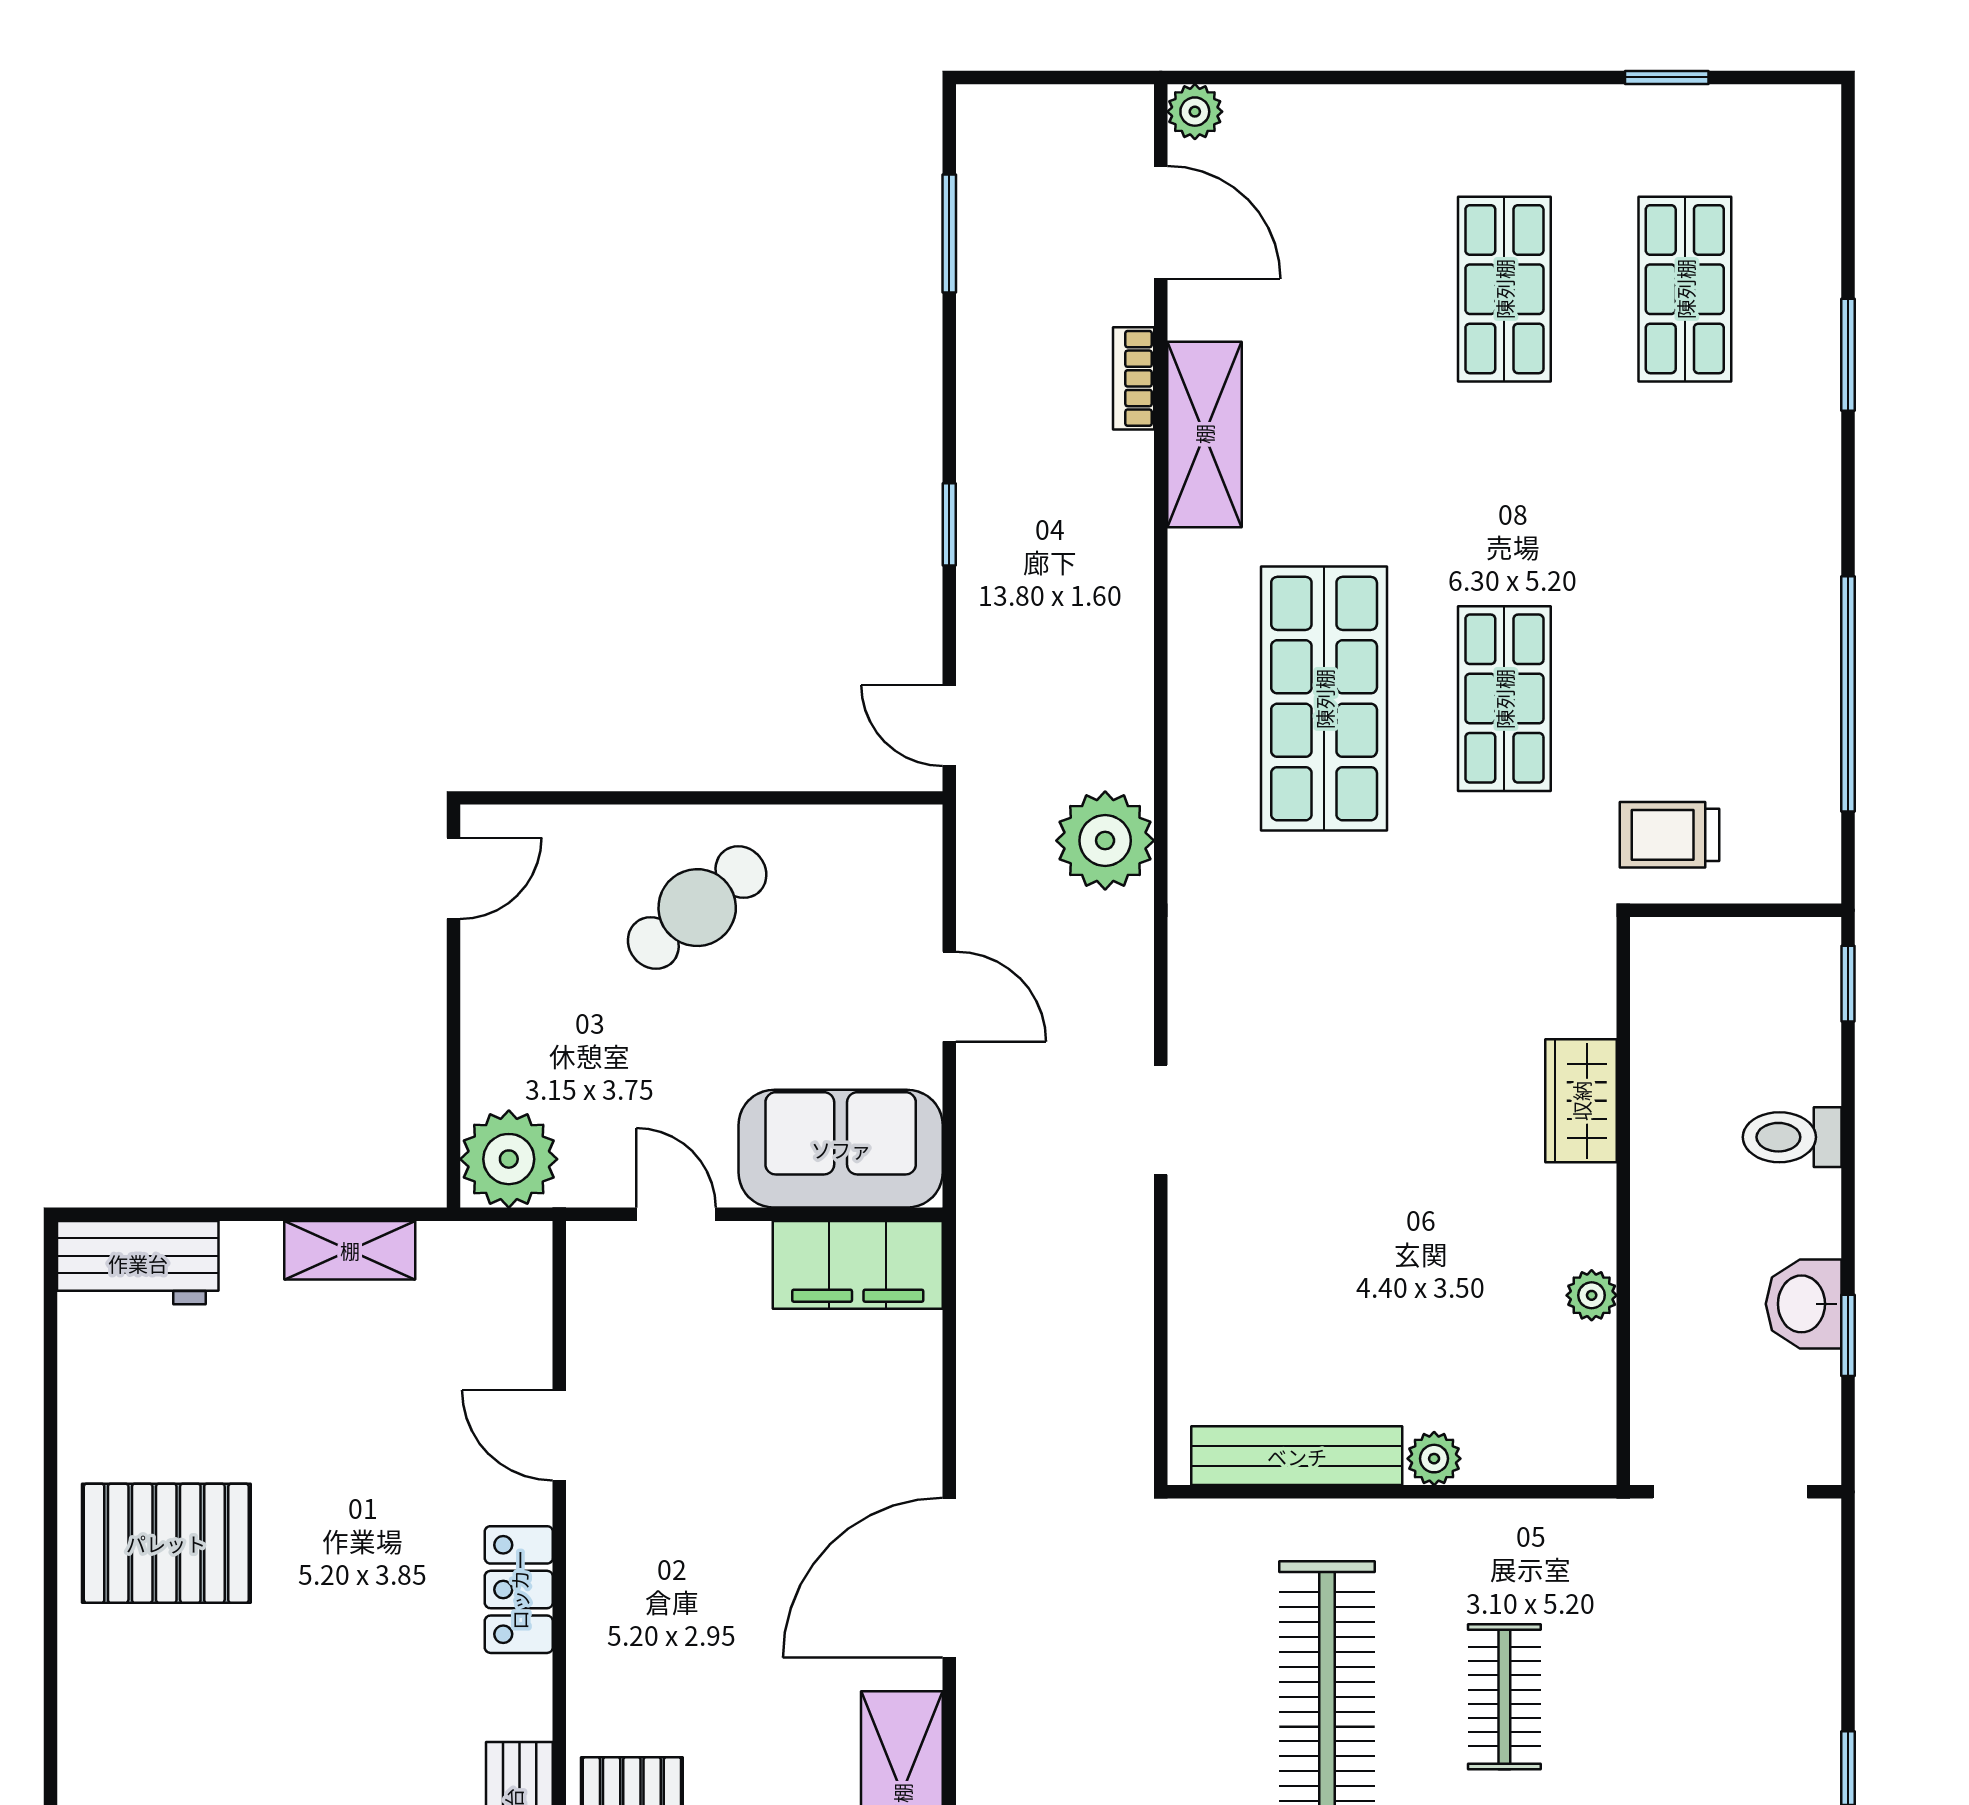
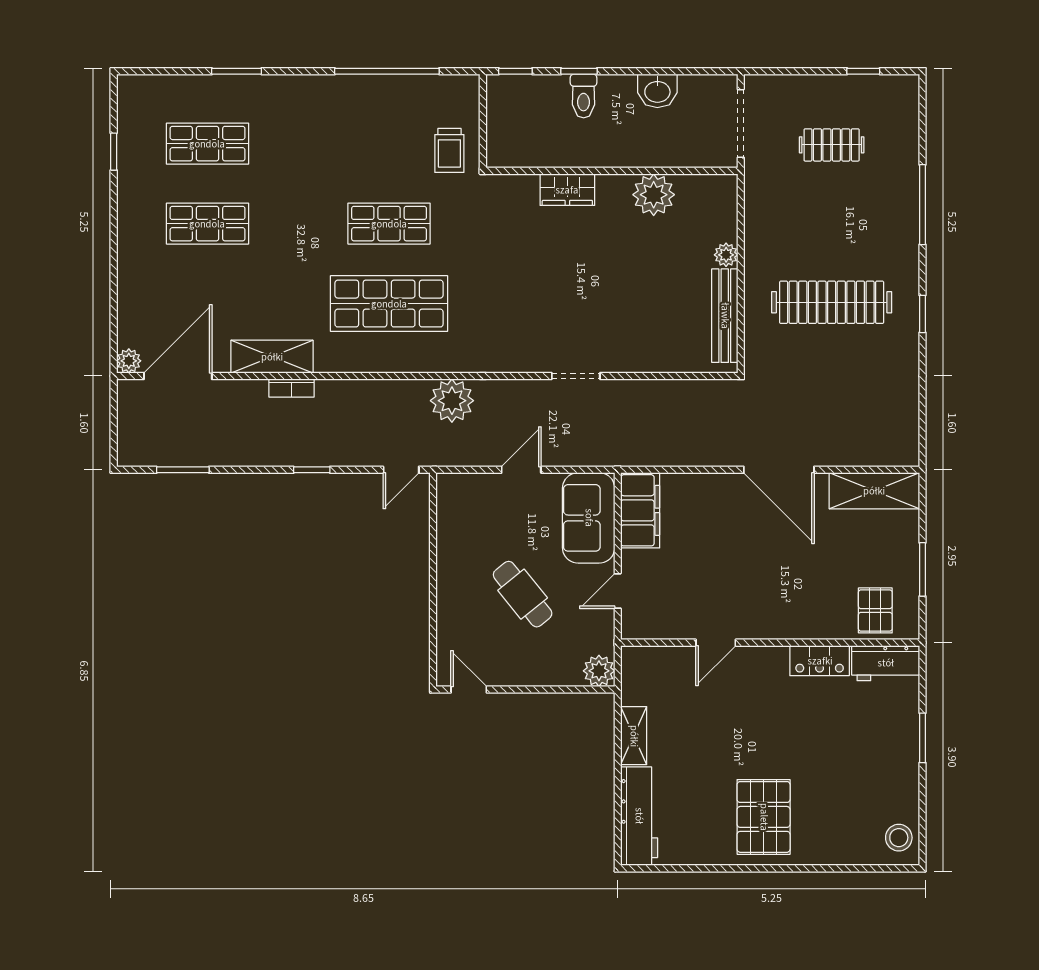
door: (1161, 222) -> (178, 376), width x1.36
bookcase: (1134, 378) -> (291, 388), moved
cafe table: (697, 908) -> (523, 594), moved
plant: (509, 1159) -> (599, 671), width x0.73, depth x0.73
workbench: (138, 1263) -> (639, 816), width x1.38
plant: (1592, 1295) -> (654, 195), width x1.88, depth x1.88
window: (1848, 1335) -> (579, 71), moved
locker: (519, 1590) -> (820, 661), moved
clothes rail: (1504, 1697) -> (832, 145), moved

